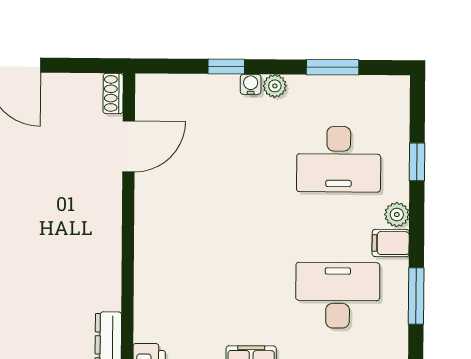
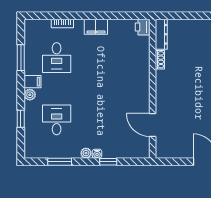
shoe rack: (113, 93) -> (160, 60), moved
door: (129, 146) -> (153, 125), hinge flipped
desk: (339, 159) -> (57, 120), width x0.73
desk: (338, 295) -> (57, 58), width x0.73

